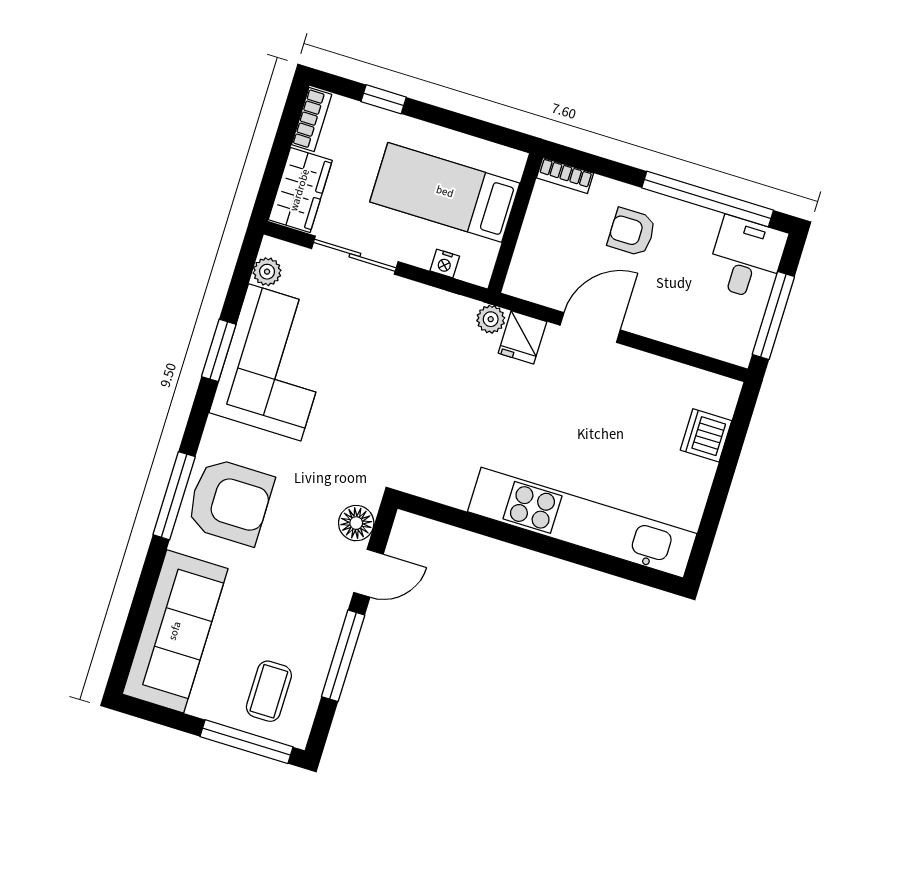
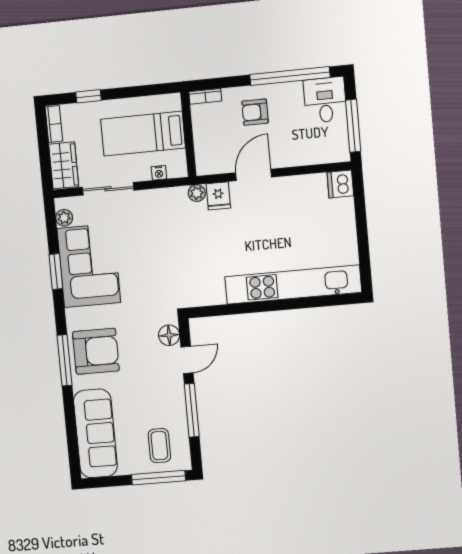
dishwasher: (706, 435) -> (340, 184), moved

